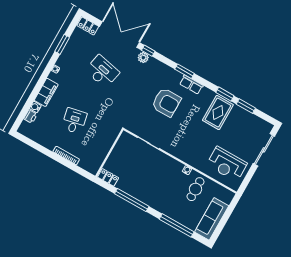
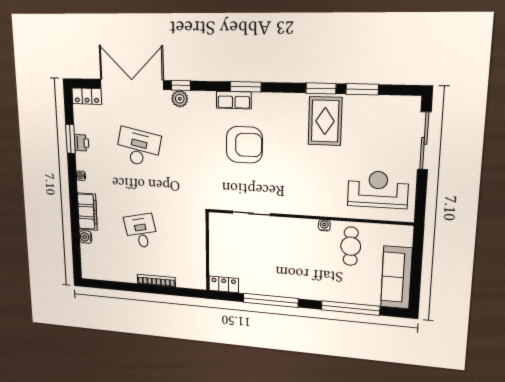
row of seats: (191, 85) -> (234, 100), moved
printer: (30, 117) -> (82, 143), moved
reception desk: (227, 164) -> (378, 189), turned 180

